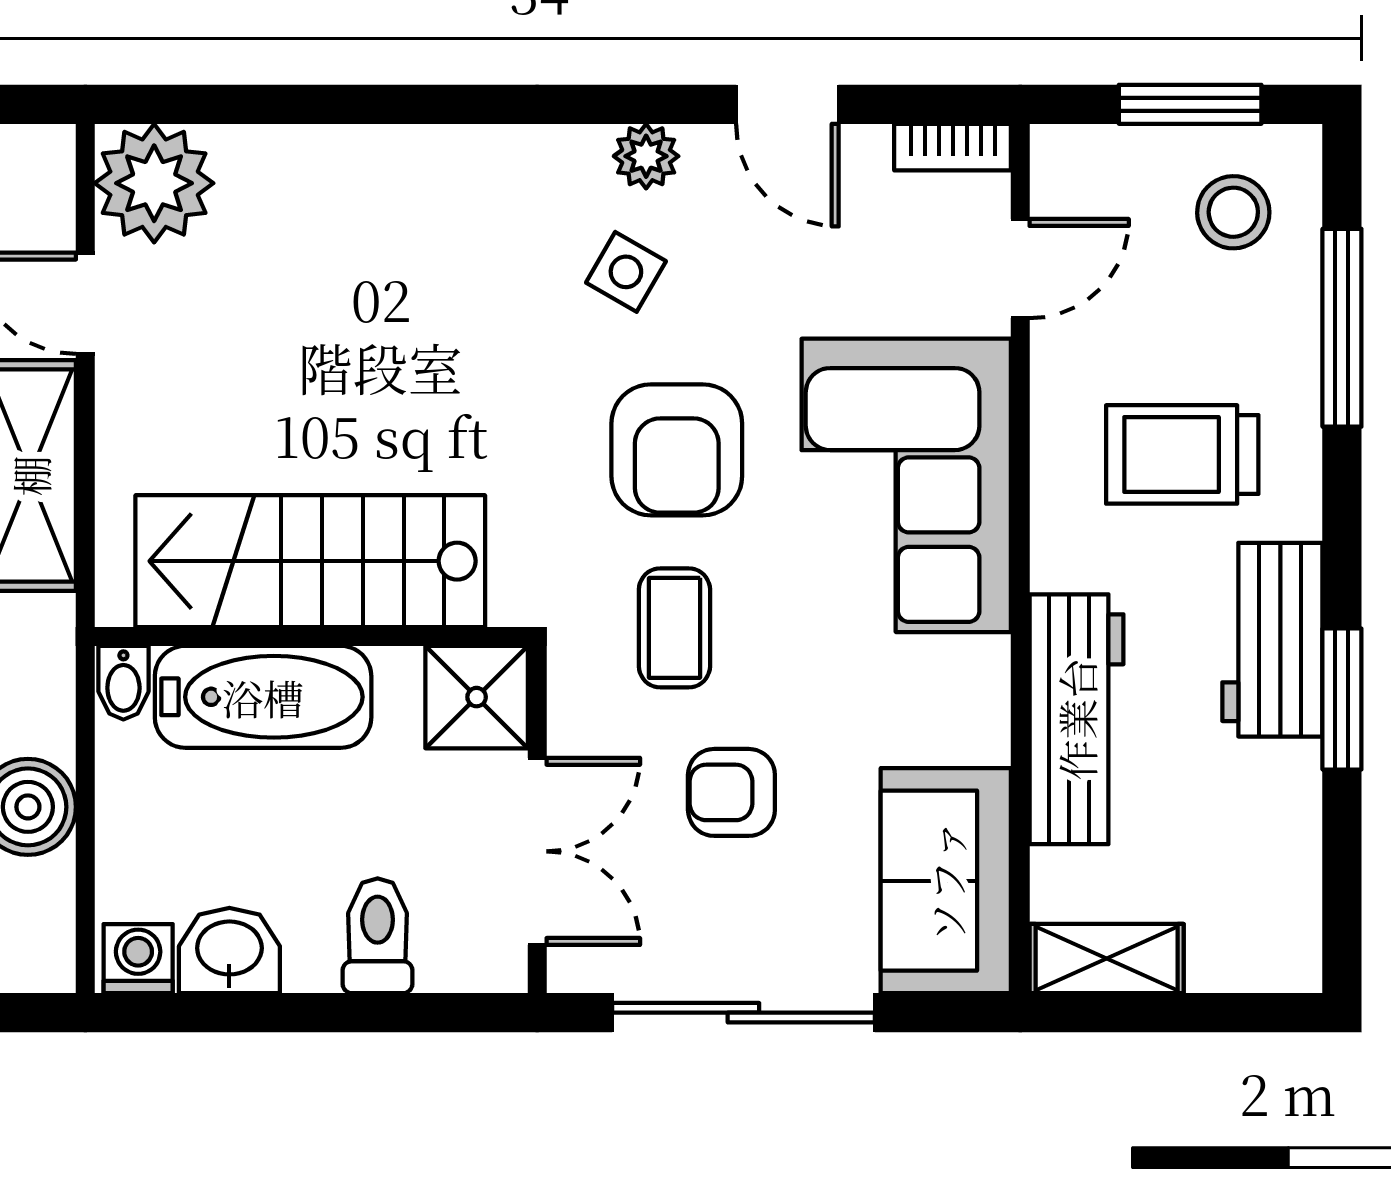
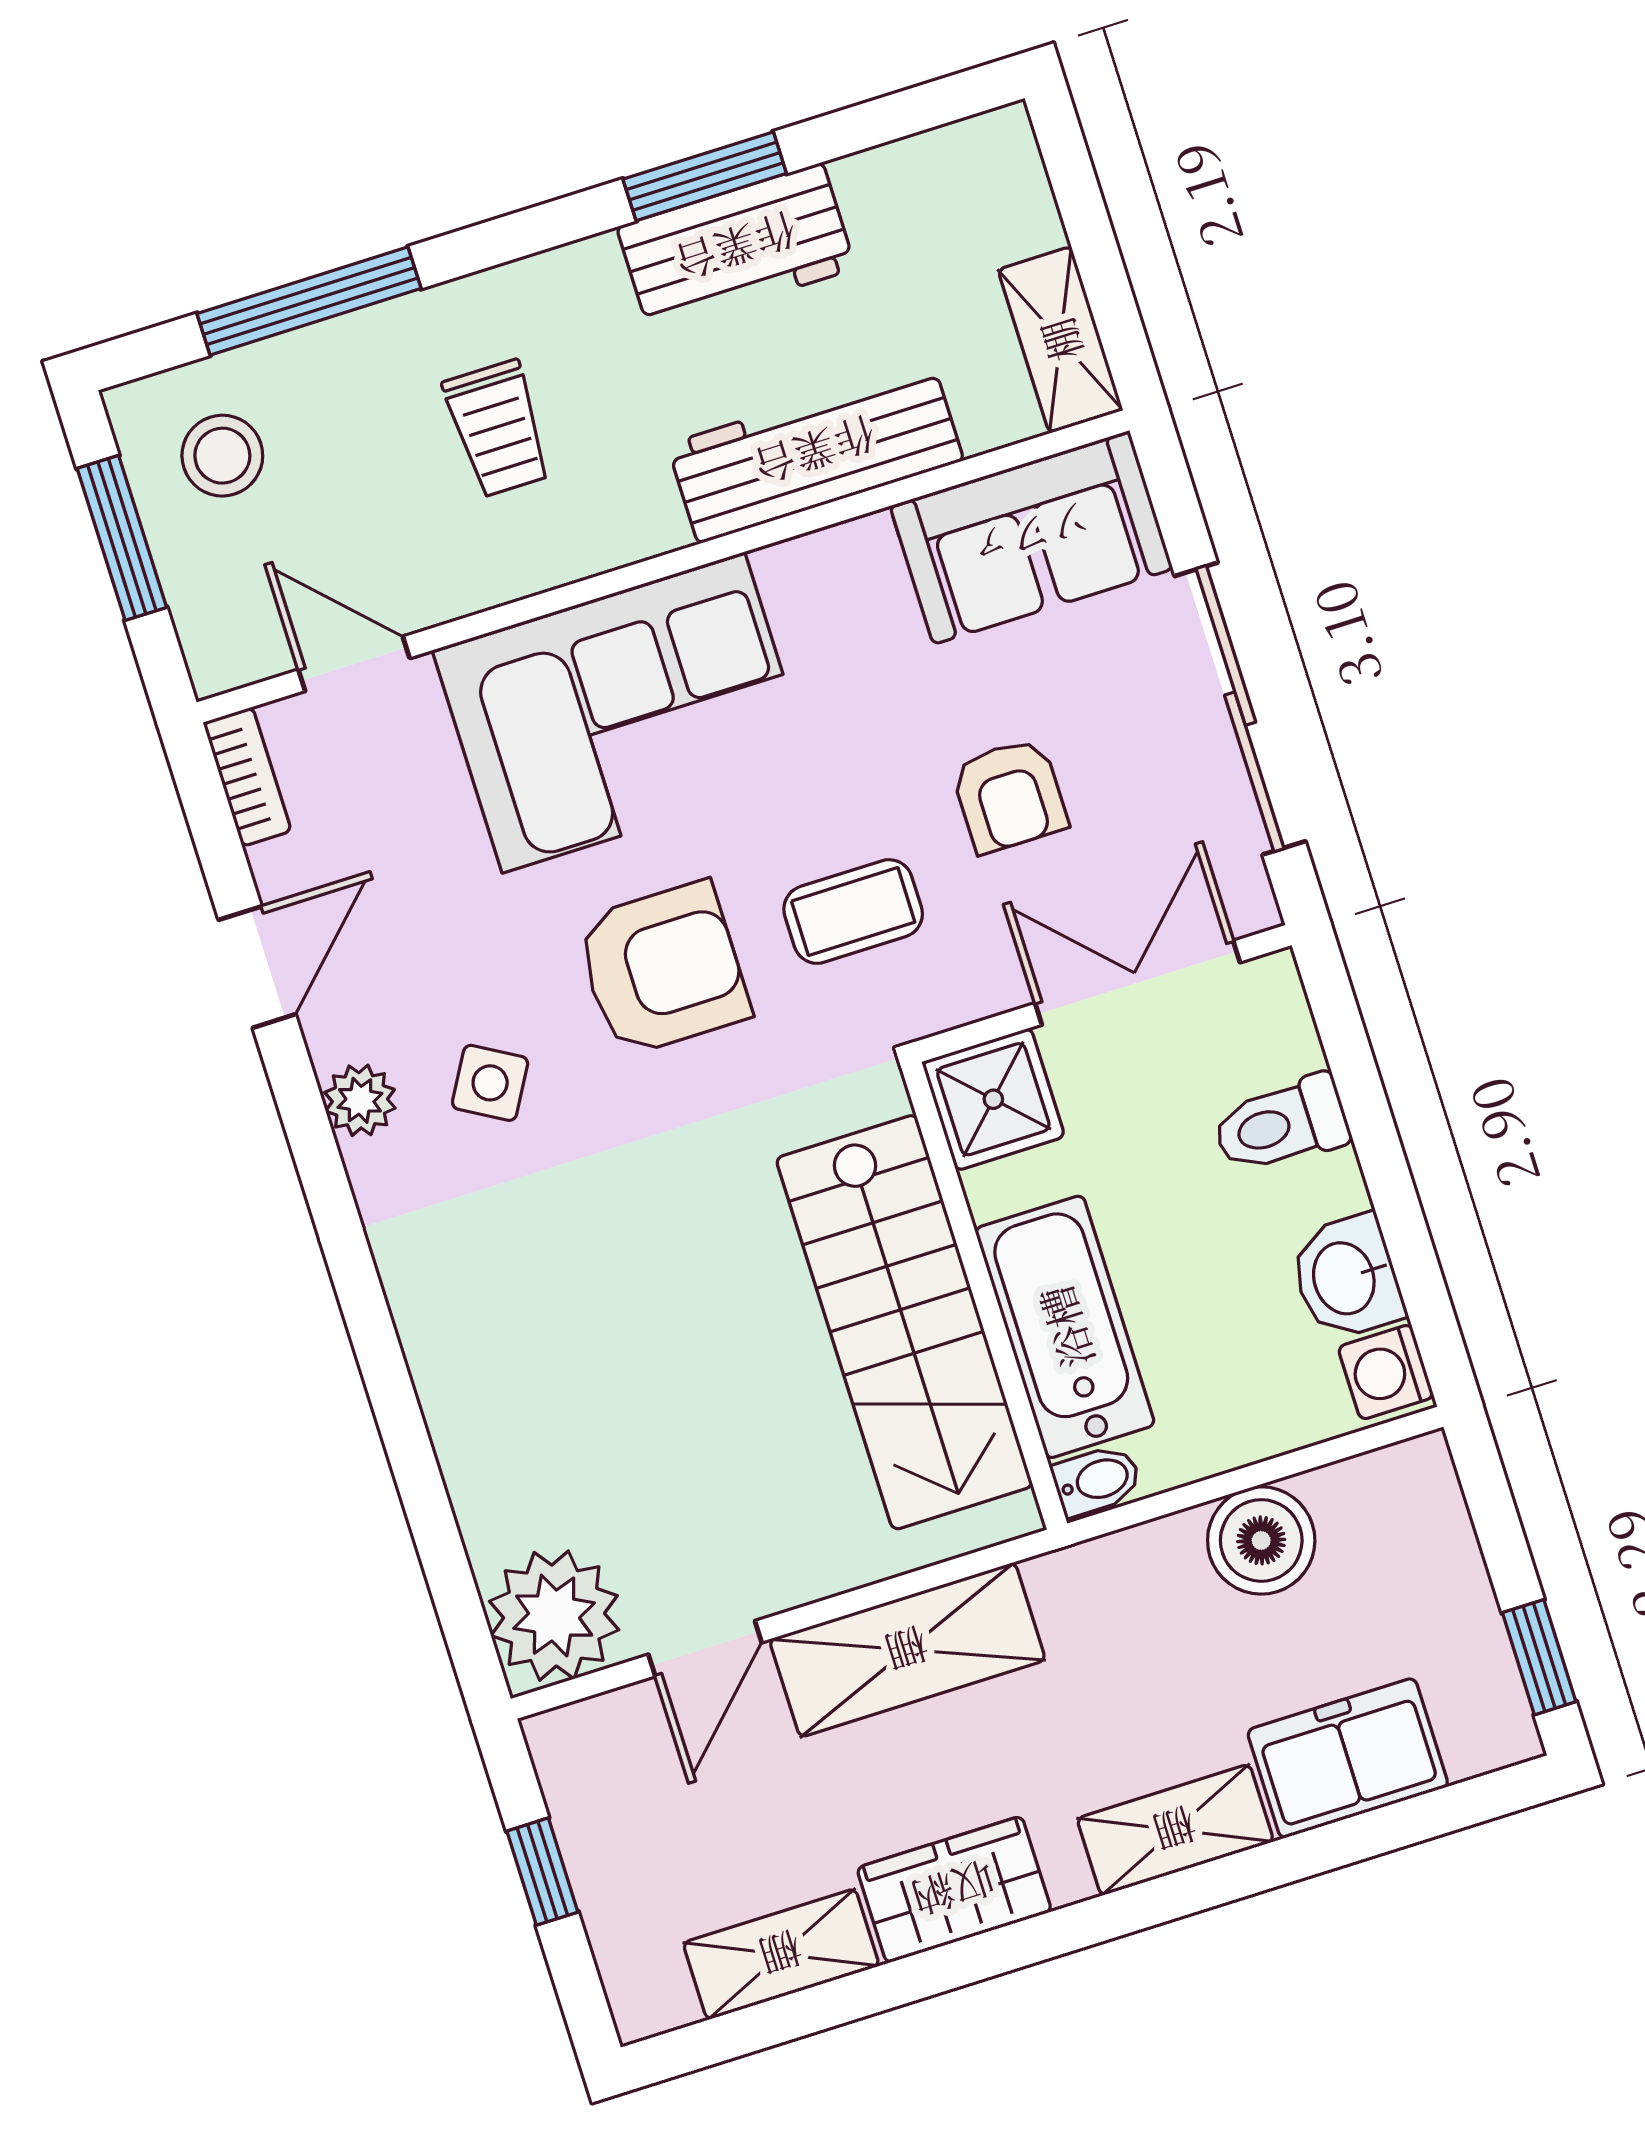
trolley: (1182, 454) -> (498, 429), width x0.73, depth x0.72
workbench: (1272, 640) -> (736, 248), moved

